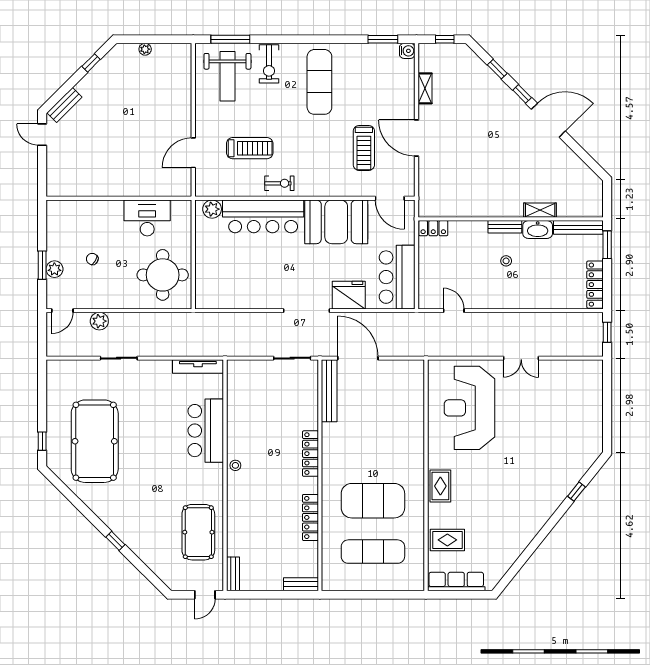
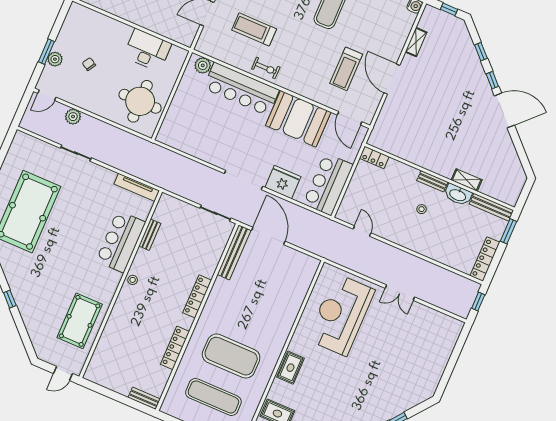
treadmill: (250, 148) -> (254, 29), turned 180
bench: (233, 574) -> (150, 235), moved

